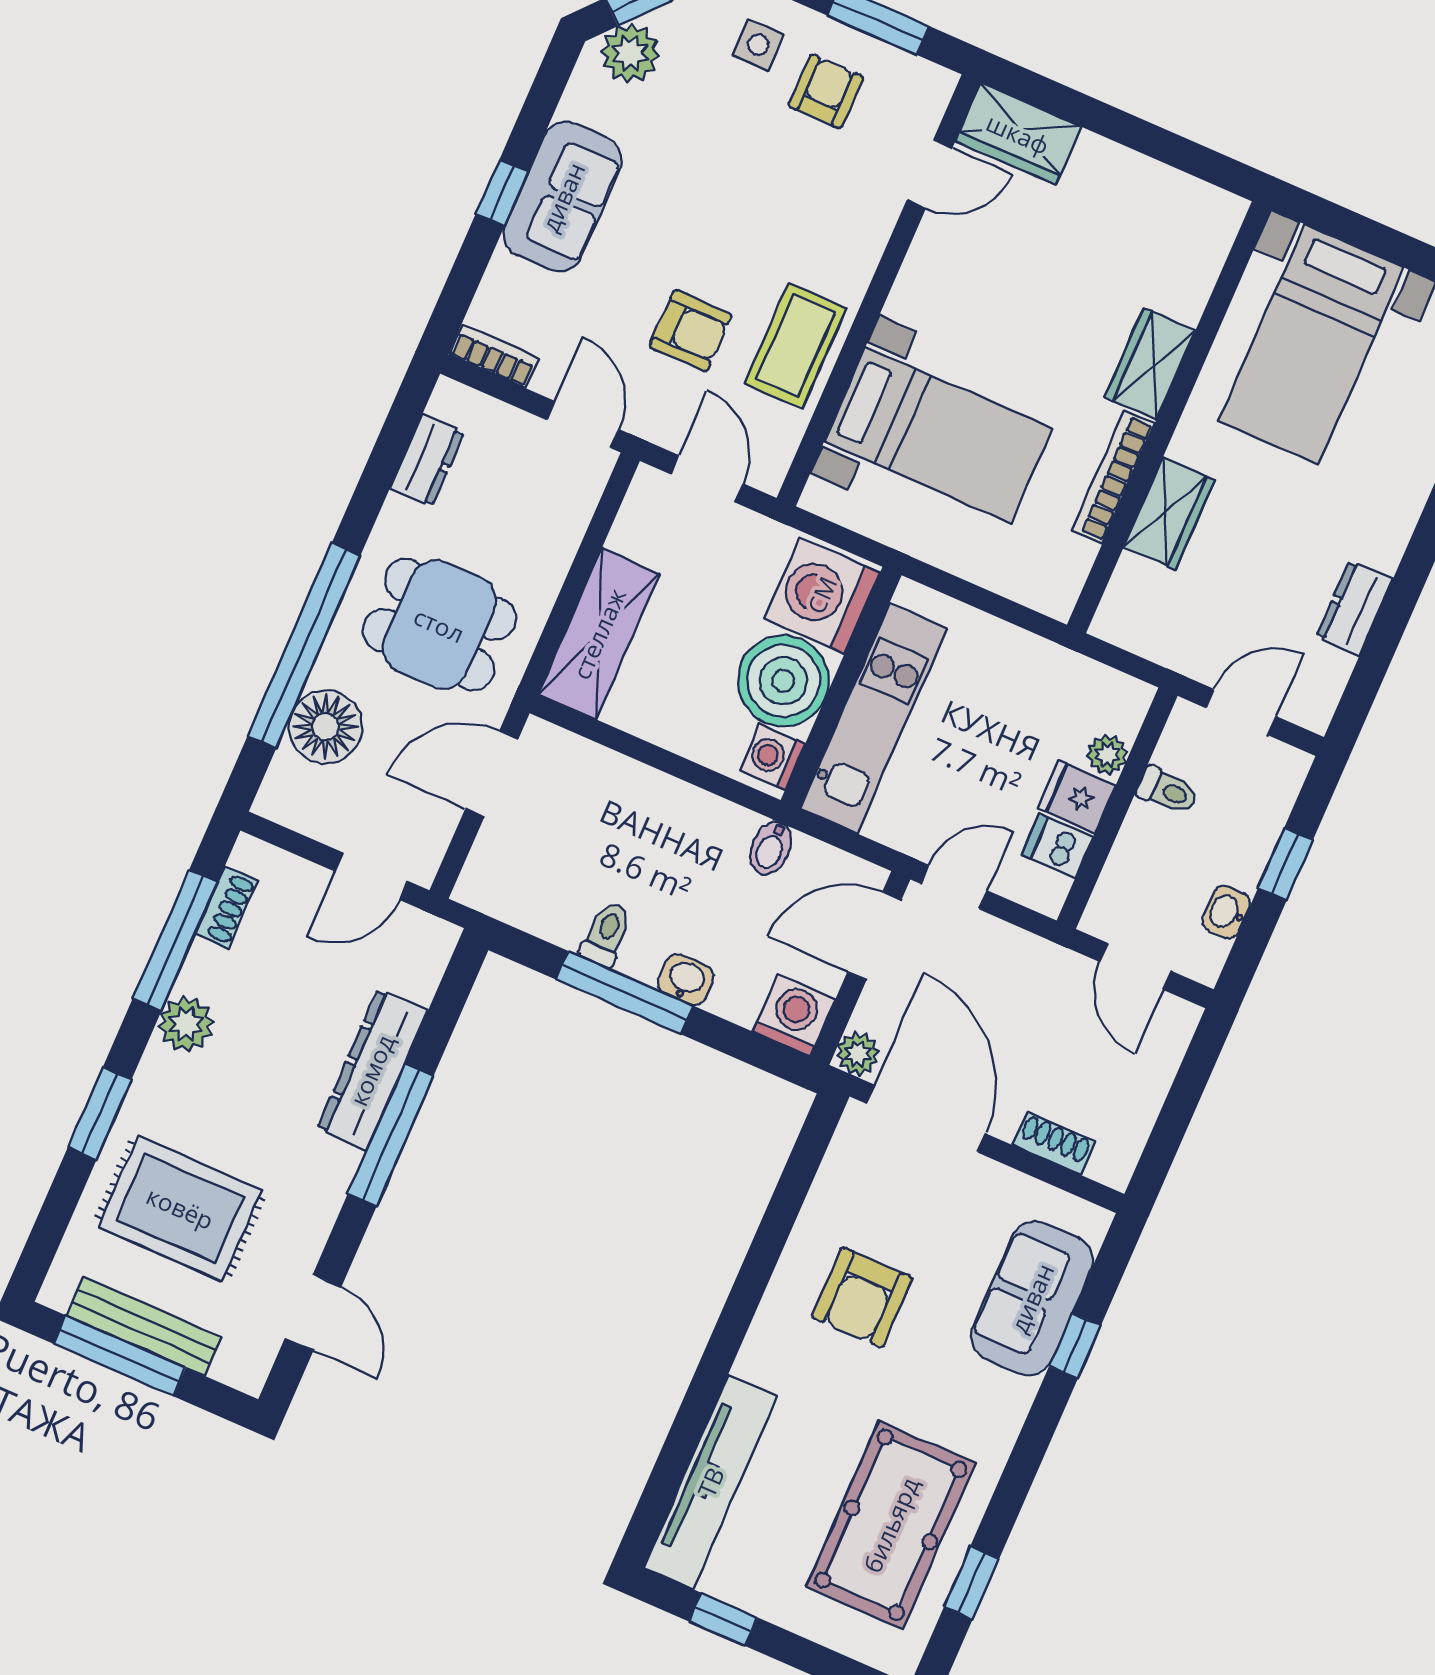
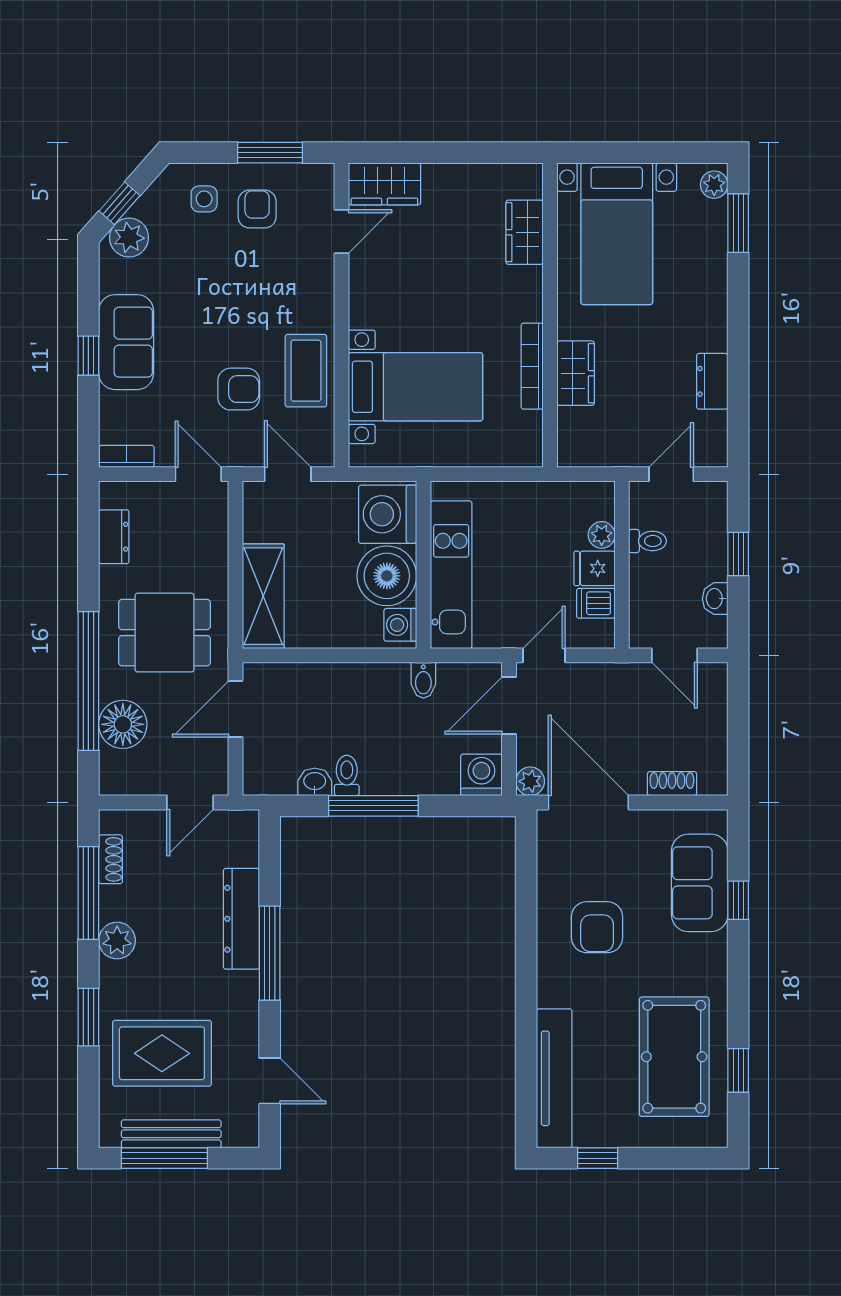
wardrobe: (1150, 364) -> (525, 232), moved
washbasin: (686, 980) -> (315, 782), moved

